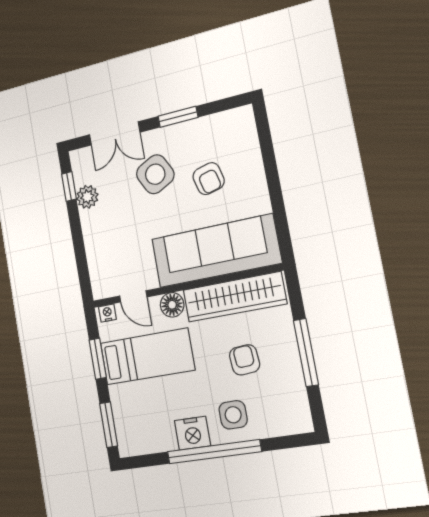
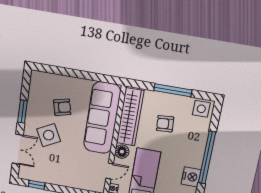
plant: (87, 197) -> (46, 177), removed
side table: (233, 415) -> (201, 109), moved
nightstand: (193, 433) -> (191, 177), moved

